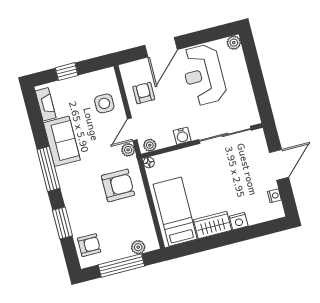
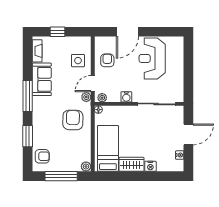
plant: (234, 43) -> (179, 41), removed
armchair: (118, 185) -> (73, 120), turned -89
plant: (138, 247) -> (86, 167), moved

